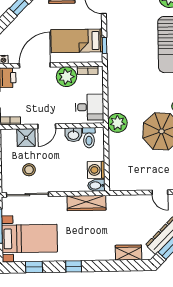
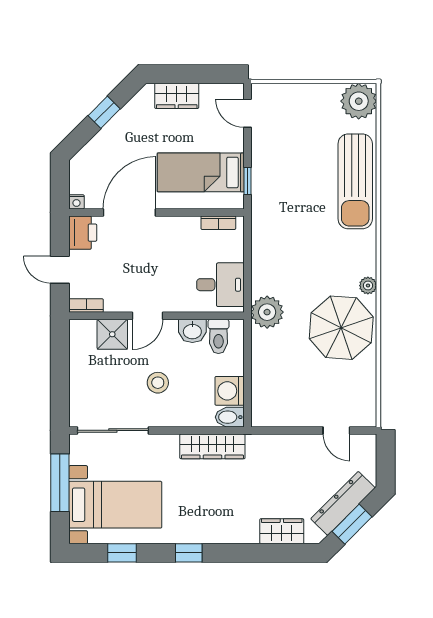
plant: (66, 77) -> (182, 233), removed
stool: (29, 170) -> (158, 383), moved

